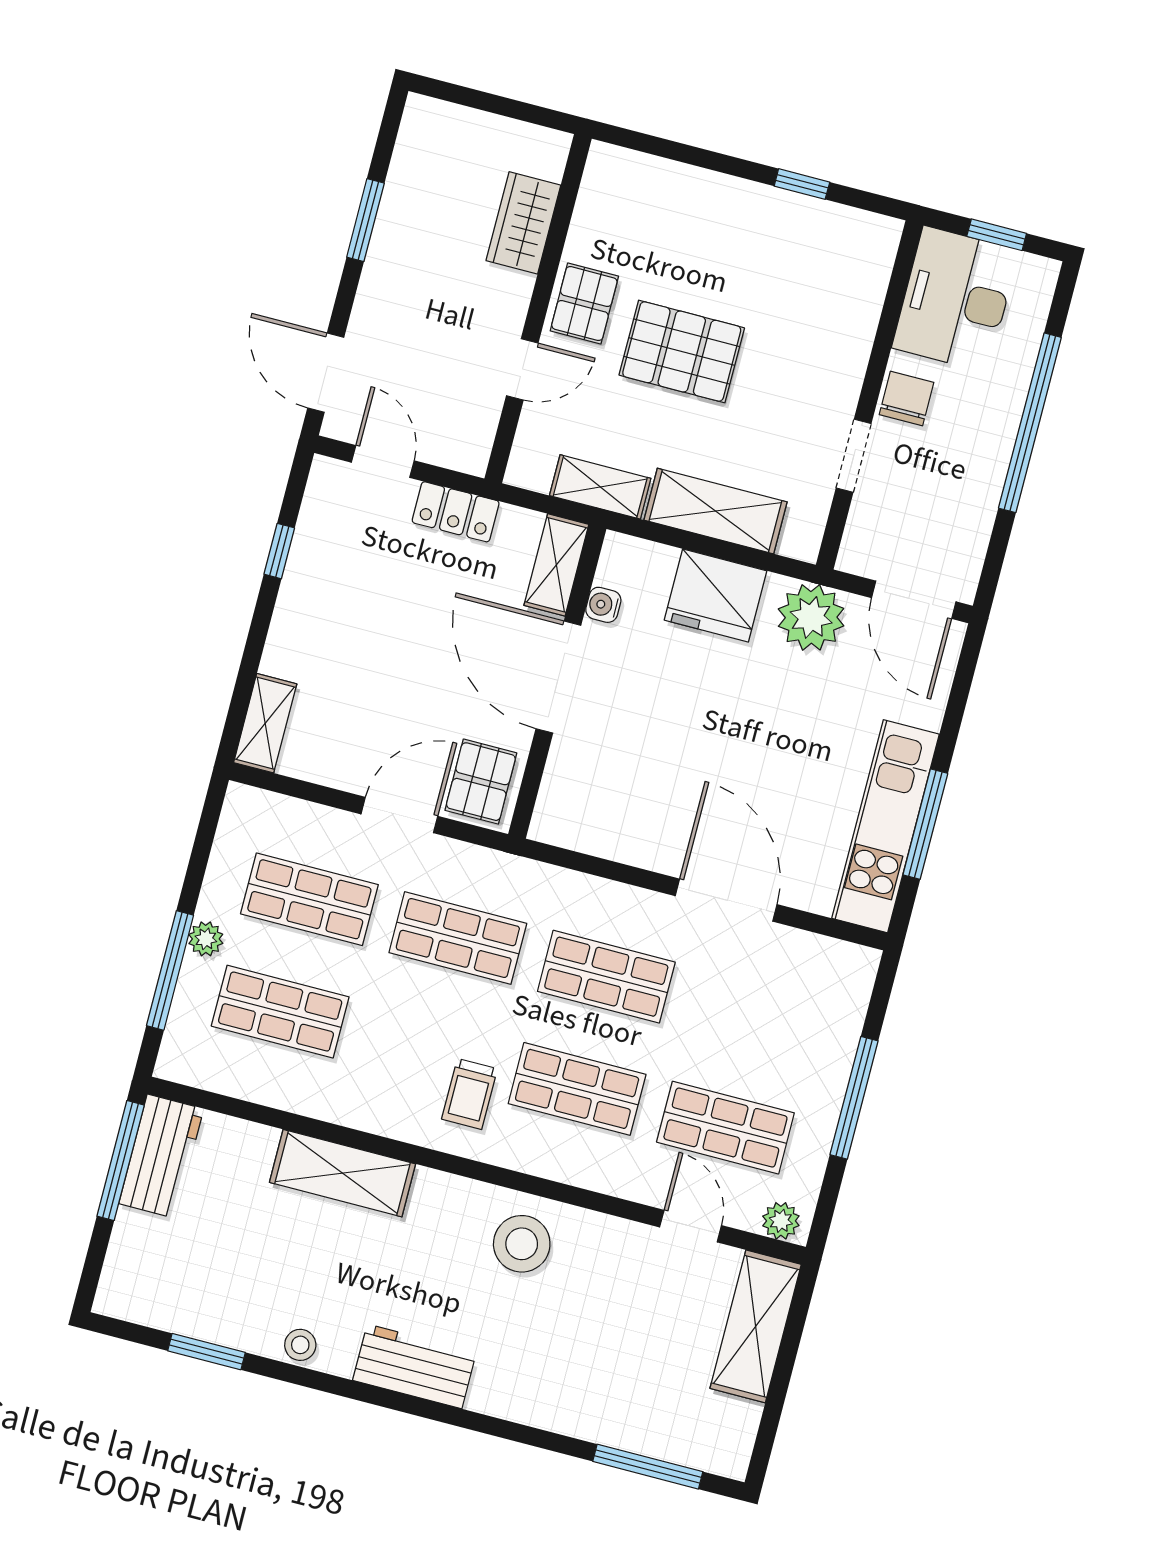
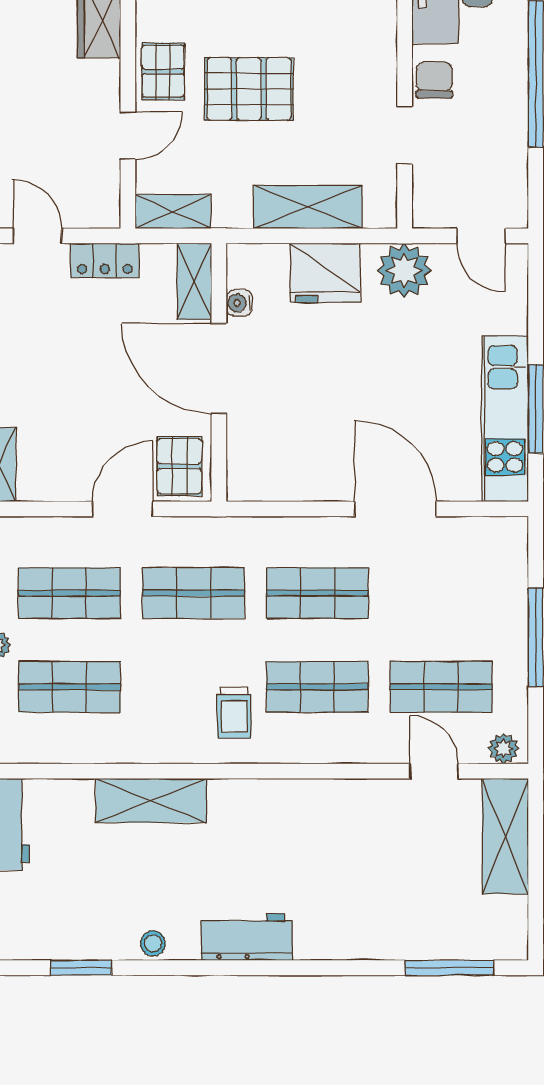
shelving: (600, 487) -> (173, 211), moved
door: (914, 600) -> (481, 236), width x0.73
stool: (522, 1244) -> (306, 819), removed

